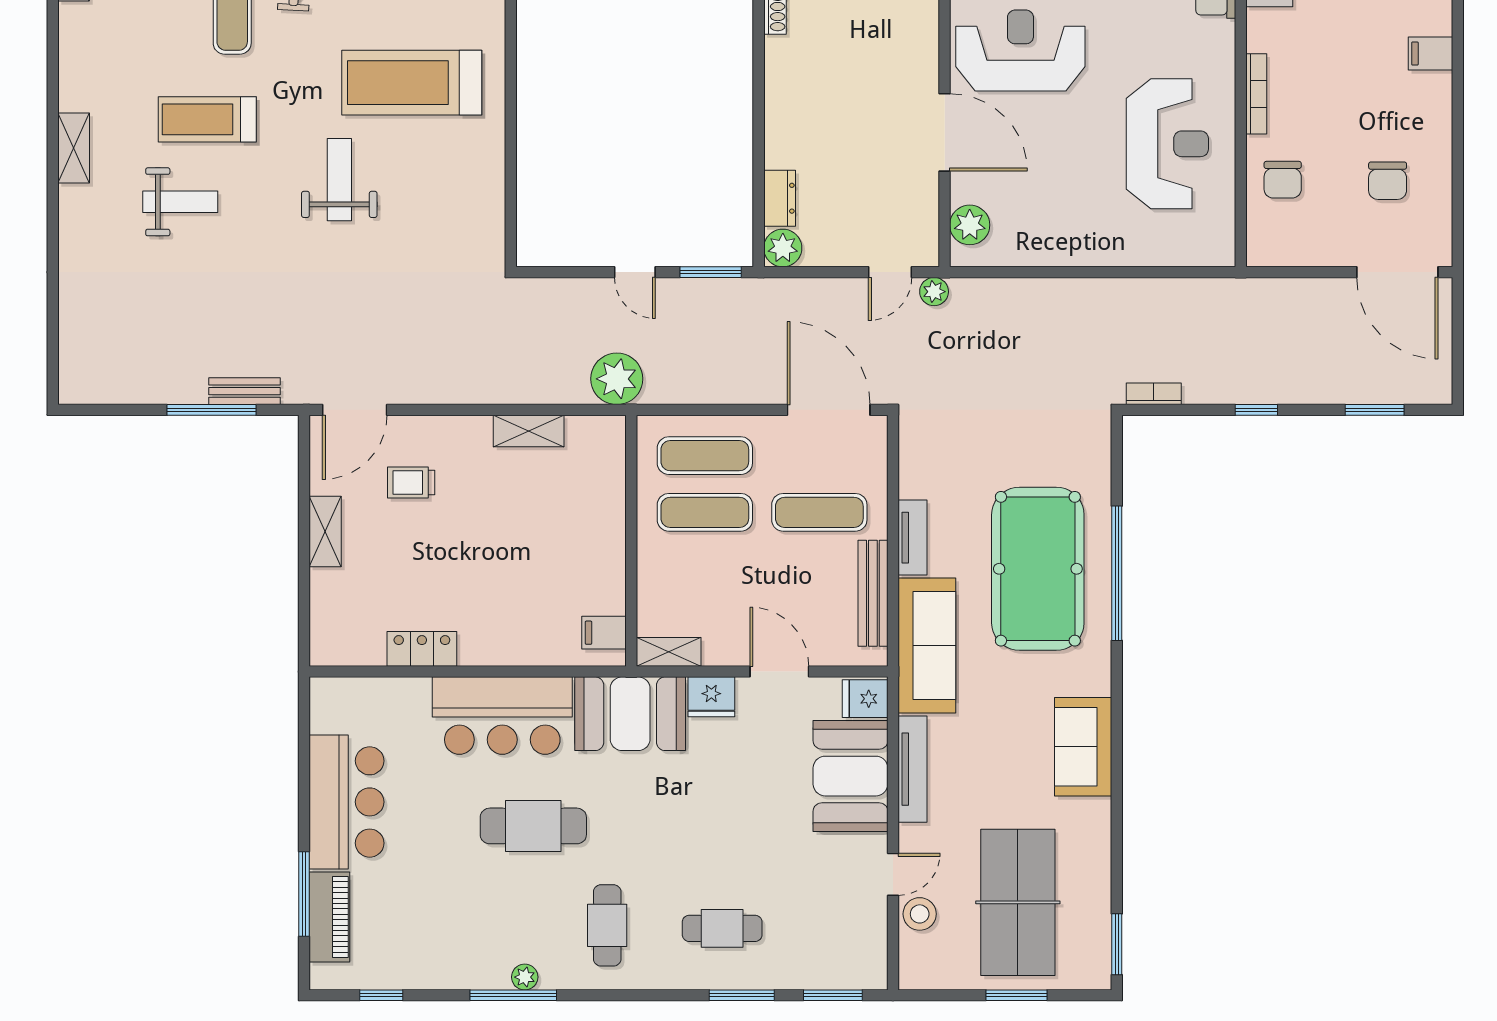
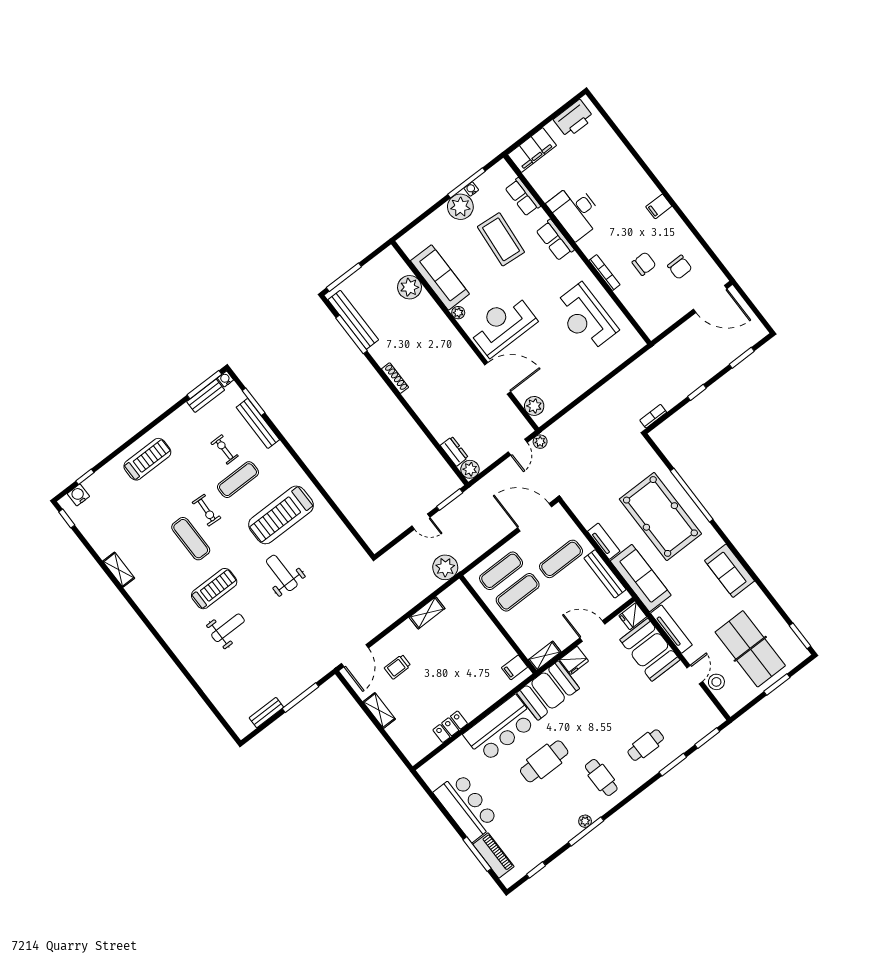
treadmill: (207, 119) -> (214, 589), turned 180
reception desk: (1167, 144) -> (585, 317), turned 180
shelving: (74, 148) -> (172, 638), removed
chair: (1283, 180) -> (644, 264), moved, turned -90
bench: (245, 391) -> (266, 713), moved

